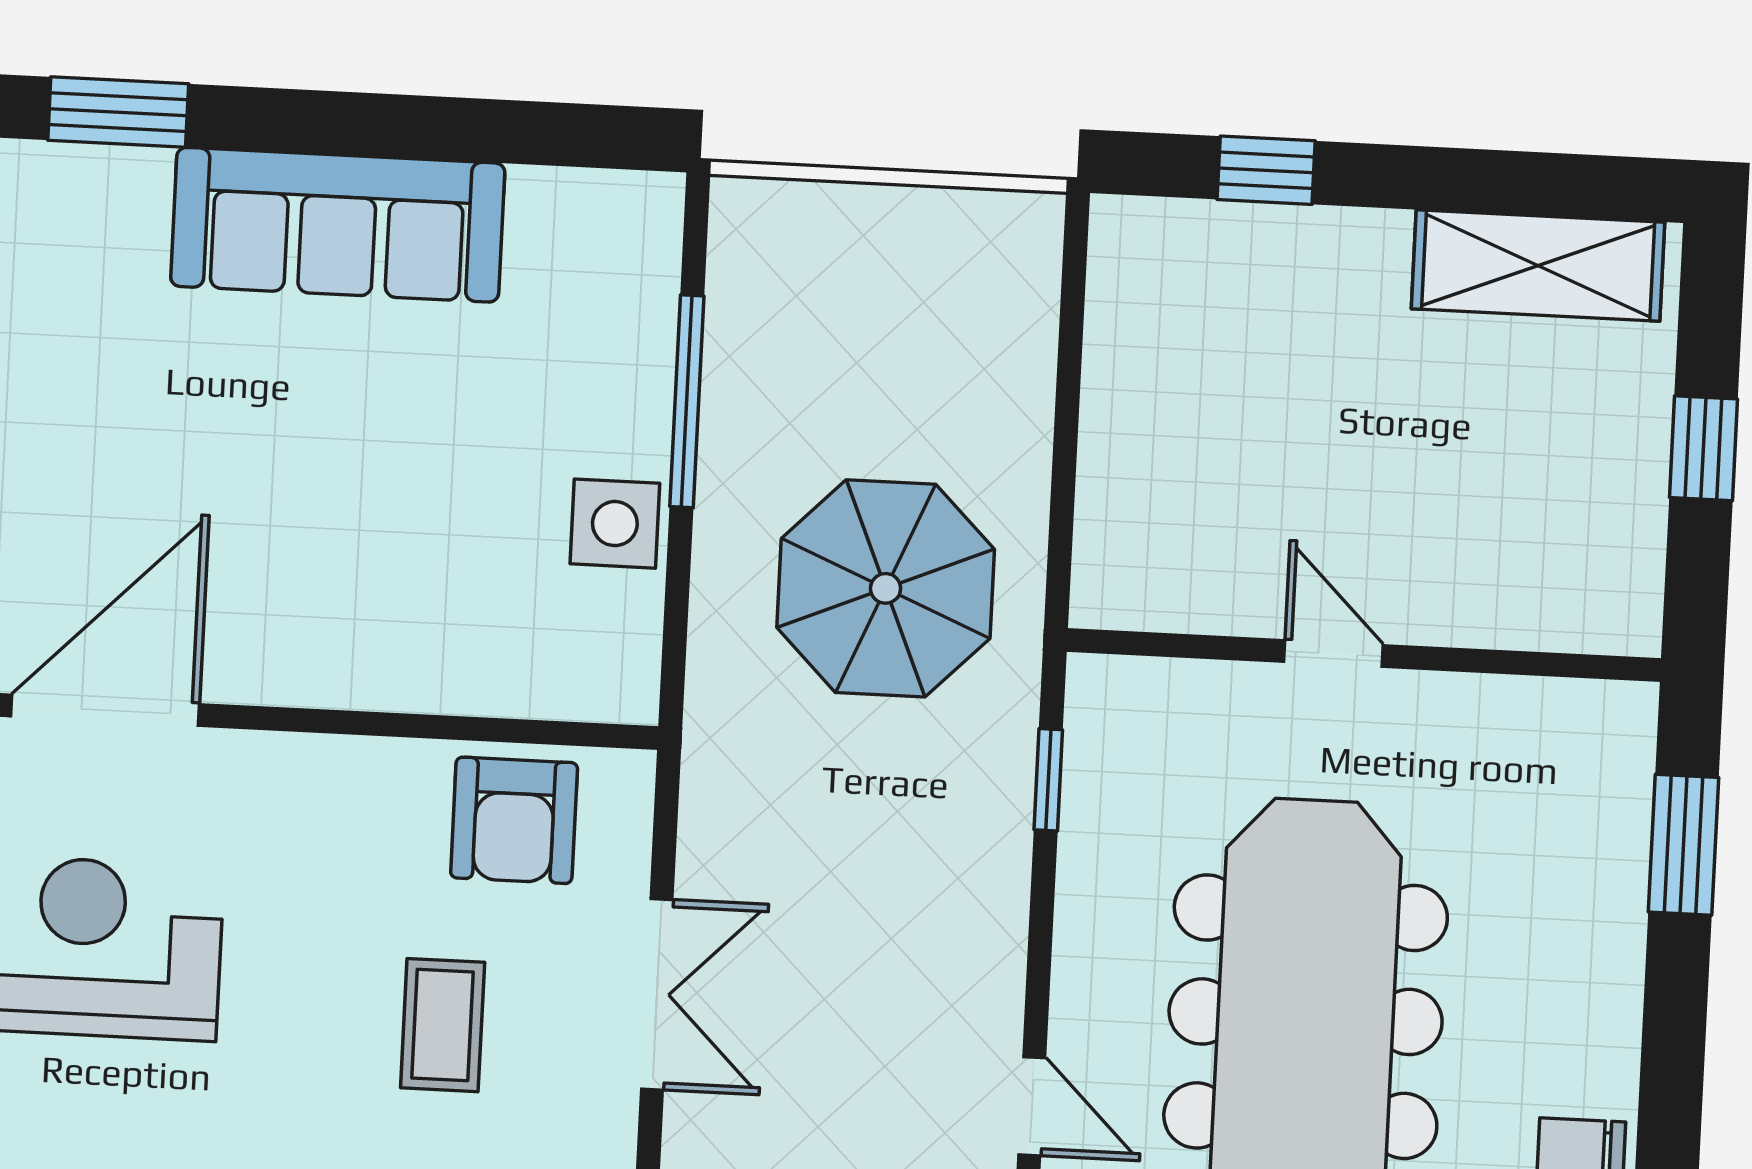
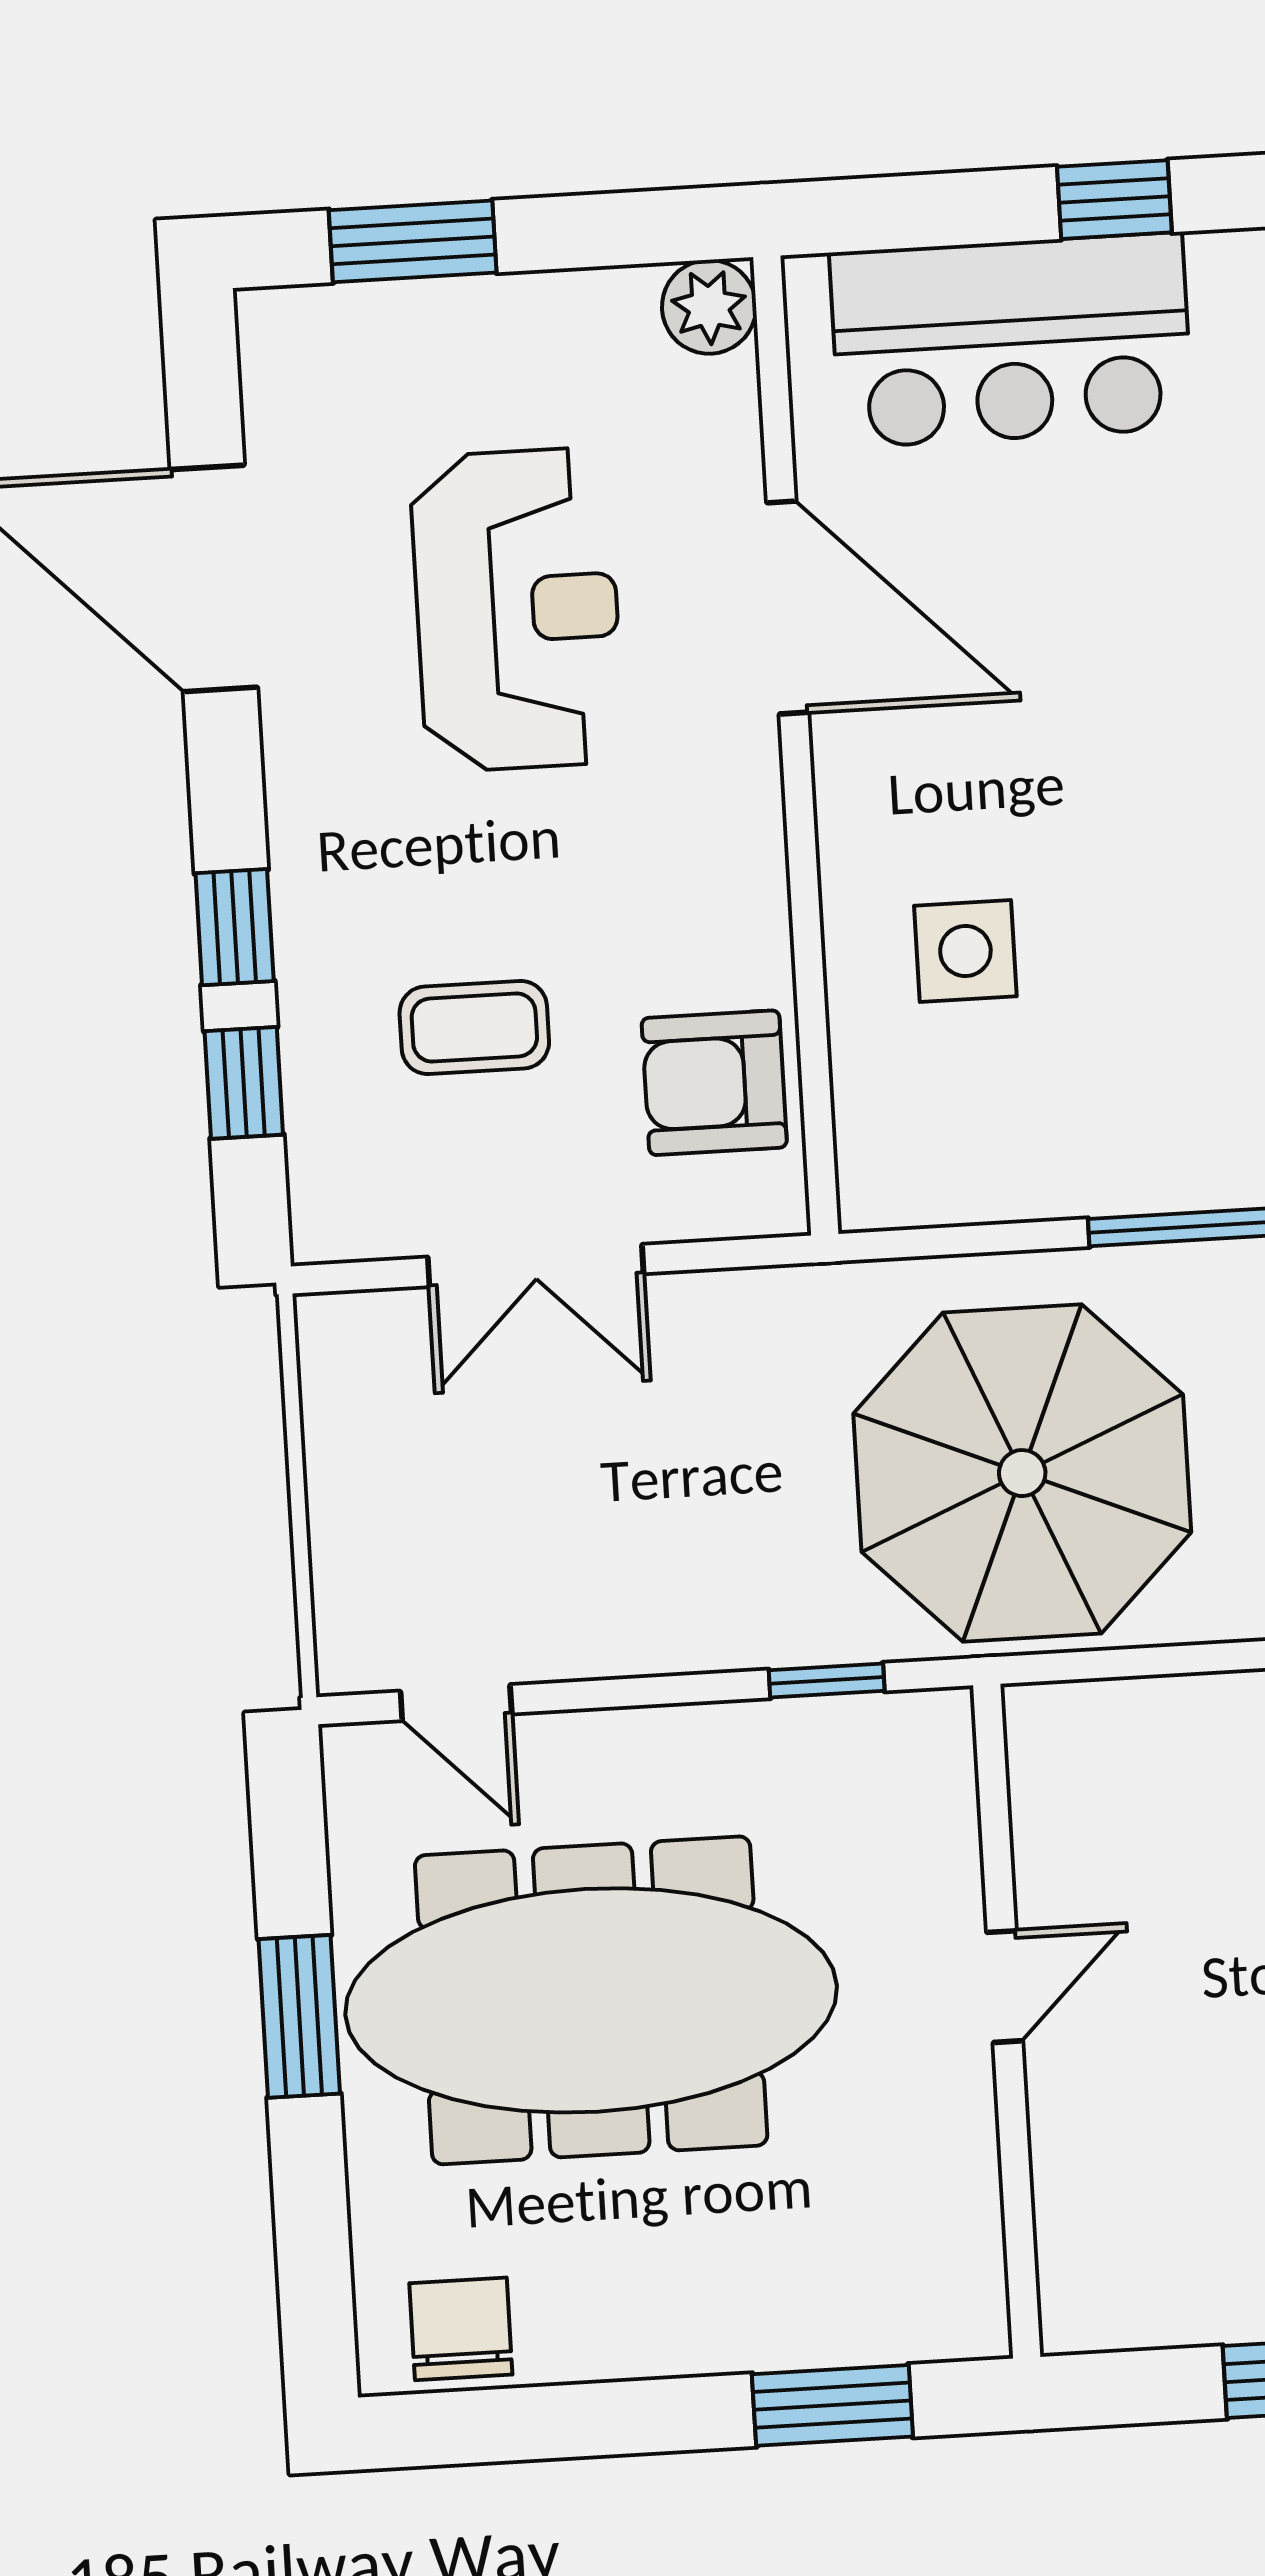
side table: (615, 524) -> (965, 951), moved
parasol: (886, 588) -> (1022, 1473), width x1.36, depth x1.36
door: (1032, 1106) -> (456, 1703), hinge flipped

